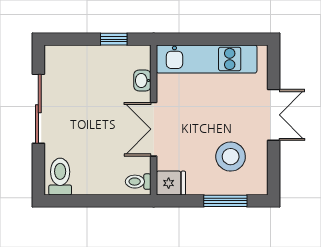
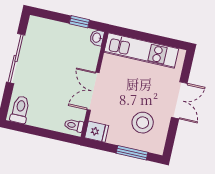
washbasin: (142, 80) -> (97, 38), moved

